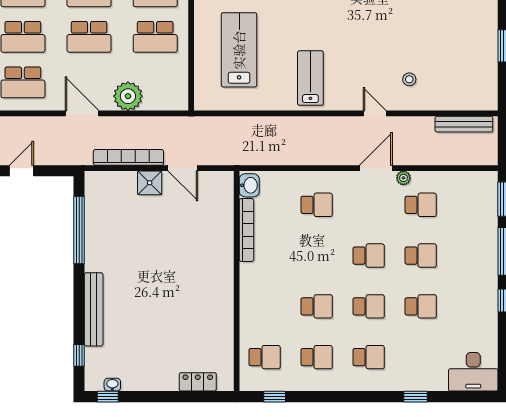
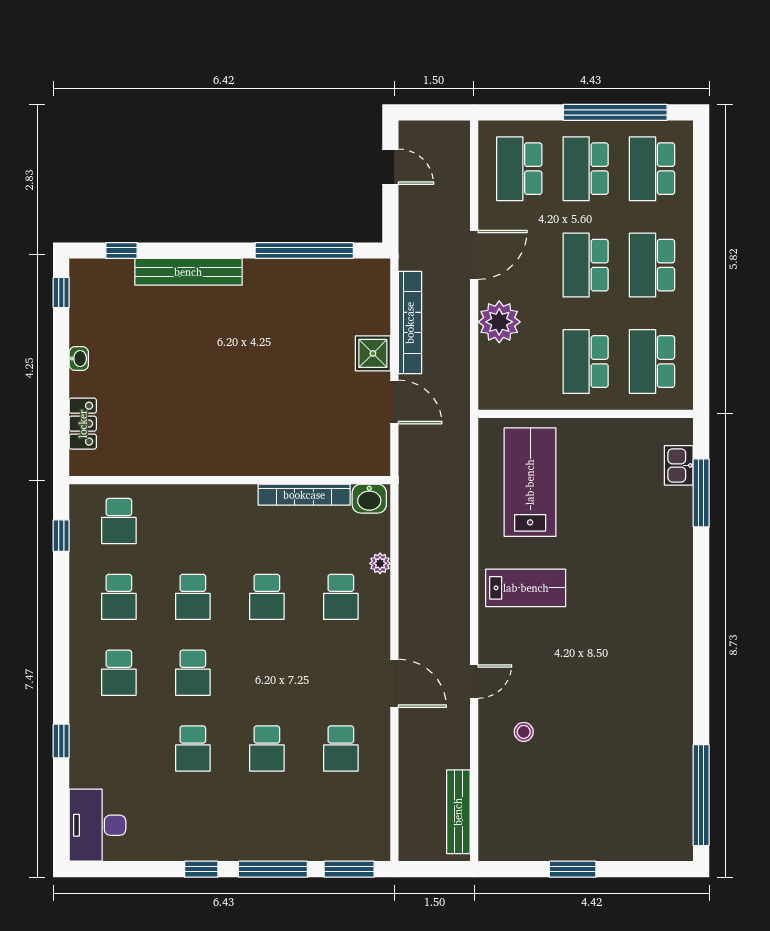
lab bench: (239, 50) -> (530, 482), moved, turned -90
door: (183, 168) -> (394, 402), swing flipped
plant: (403, 178) -> (380, 563), moved
school desk: (369, 256) -> (267, 597), moved
washbasin: (112, 385) -> (79, 359), moved

